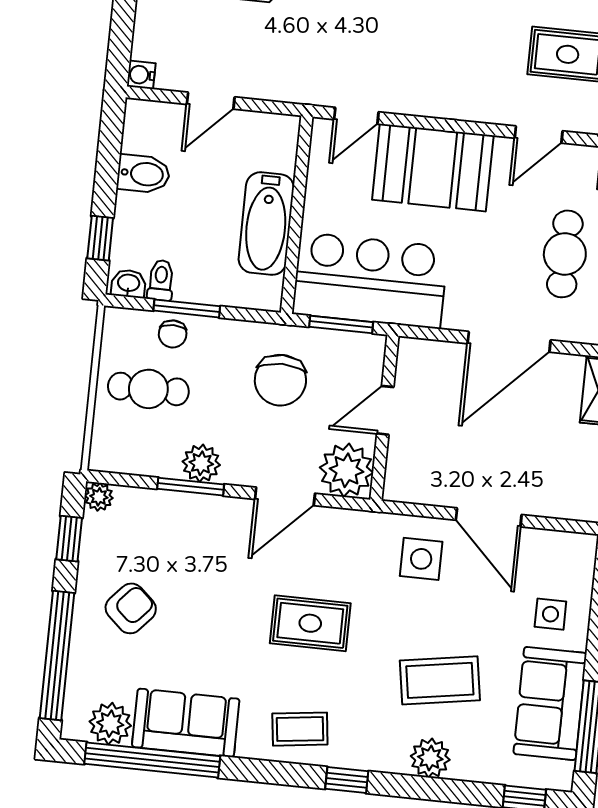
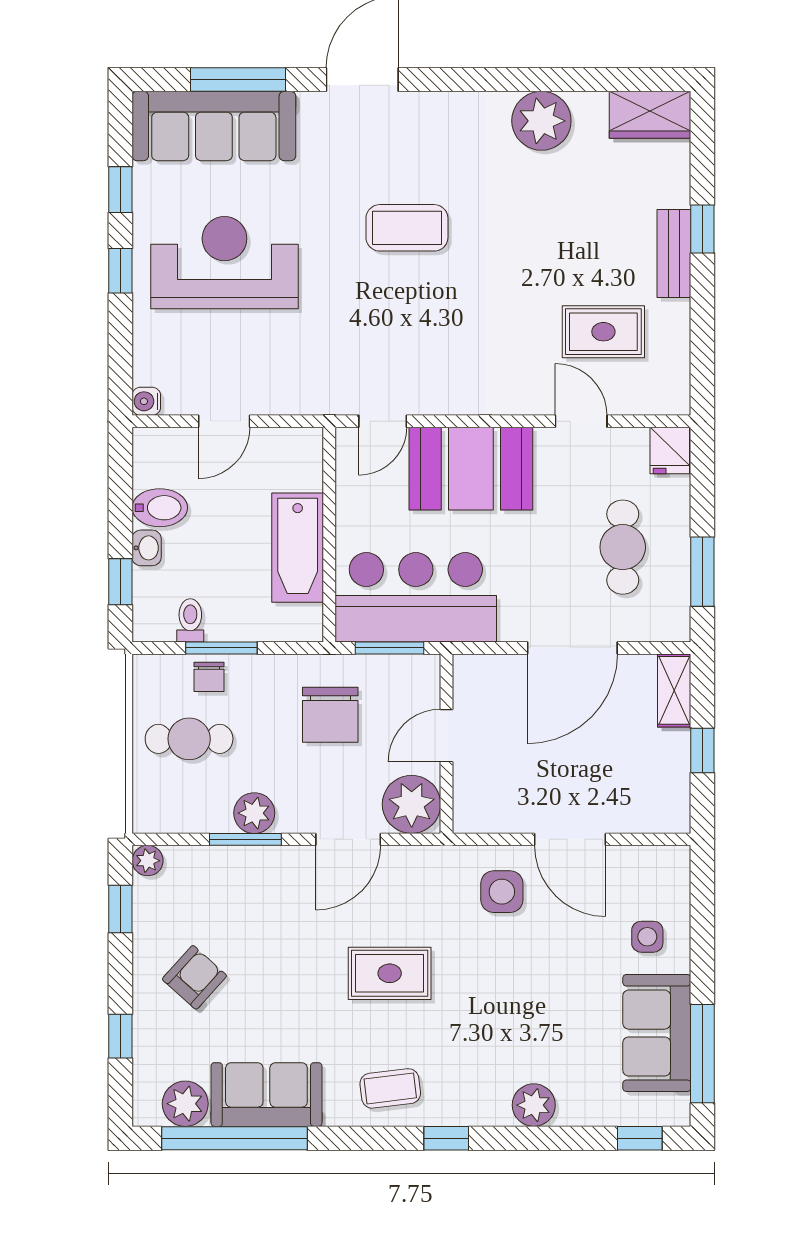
door: (539, 135) -> (581, 421), swing flipped
washbasin: (129, 284) -> (147, 548), moved, turned 90
window: (57, 655) -> (120, 1036), width x0.32
coffee table: (440, 680) -> (536, 1020), removed

